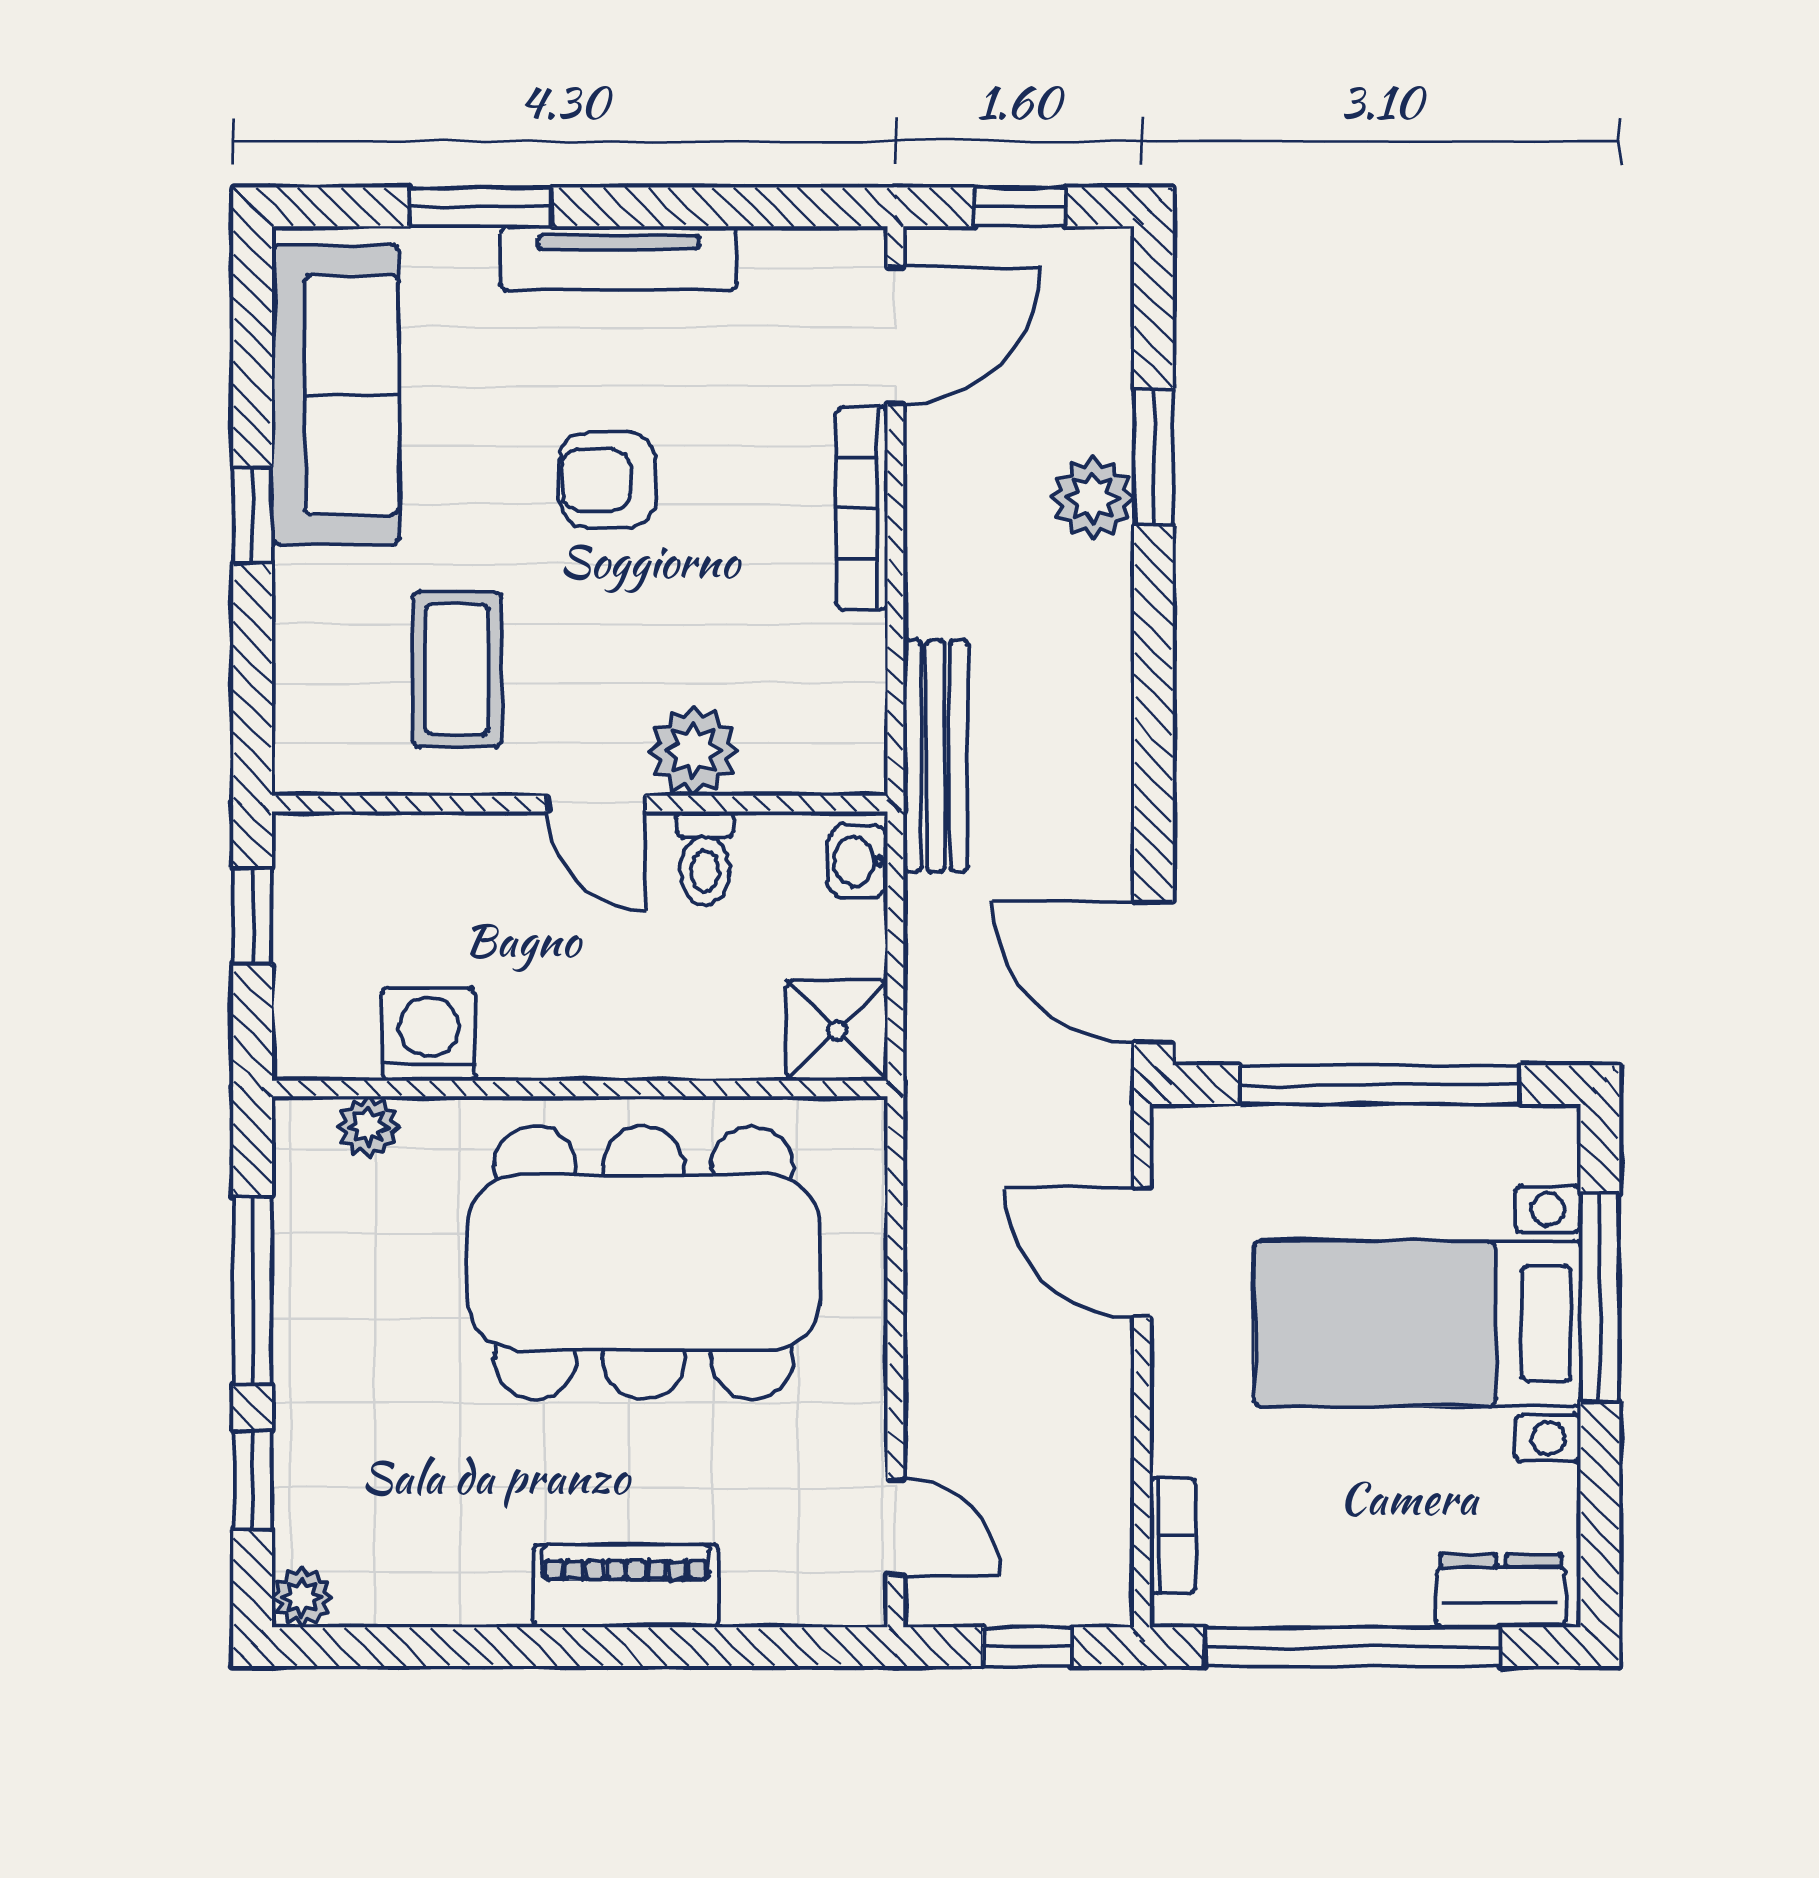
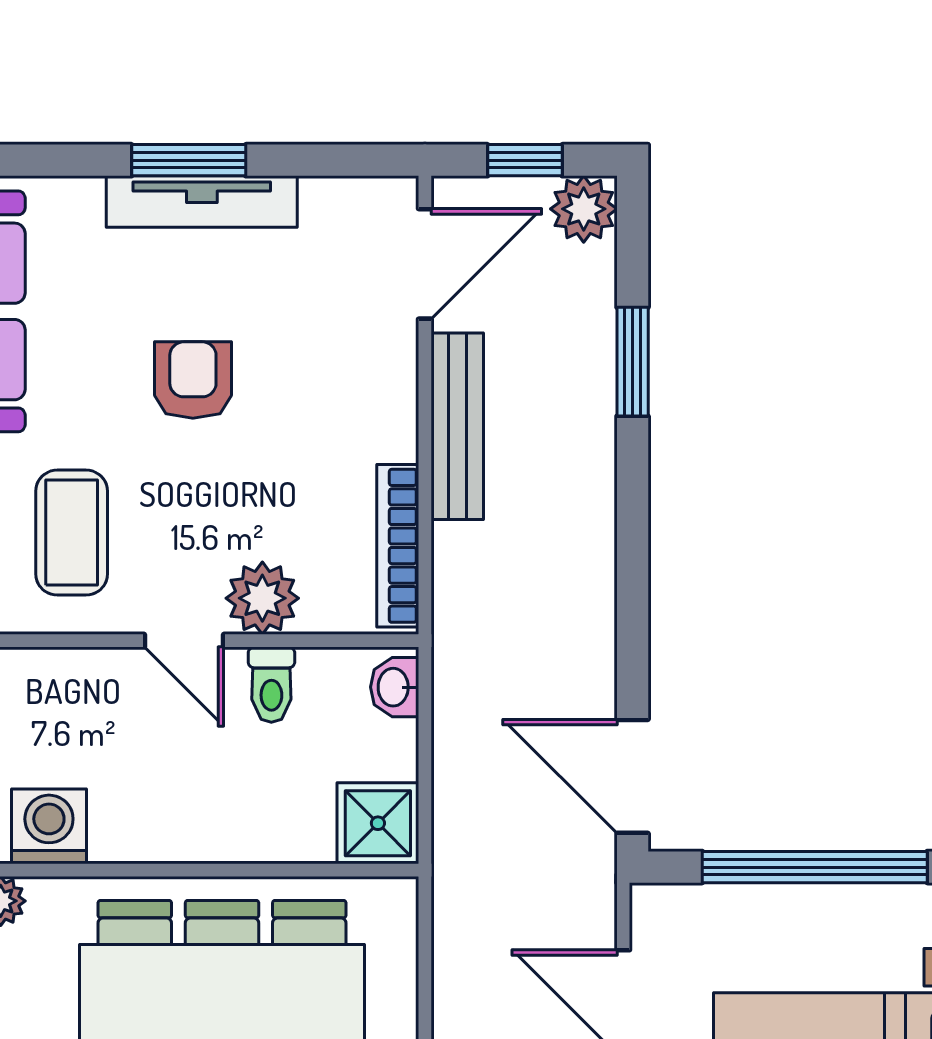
window: (481, 207) -> (189, 160), moved
armchair: (608, 480) -> (193, 380), turned 90
plant: (1093, 498) -> (584, 209), moved
bookcase: (862, 508) -> (398, 546), moved
bench: (936, 756) -> (457, 426), moved

